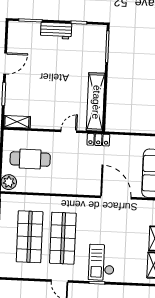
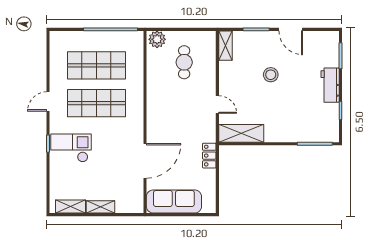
stool: (44, 83) -> (271, 75), added
shelving: (96, 102) -> (241, 133), width x0.68
locker: (98, 140) -> (209, 156), moved
cafe table: (30, 159) -> (184, 62), width x0.73, depth x0.74

